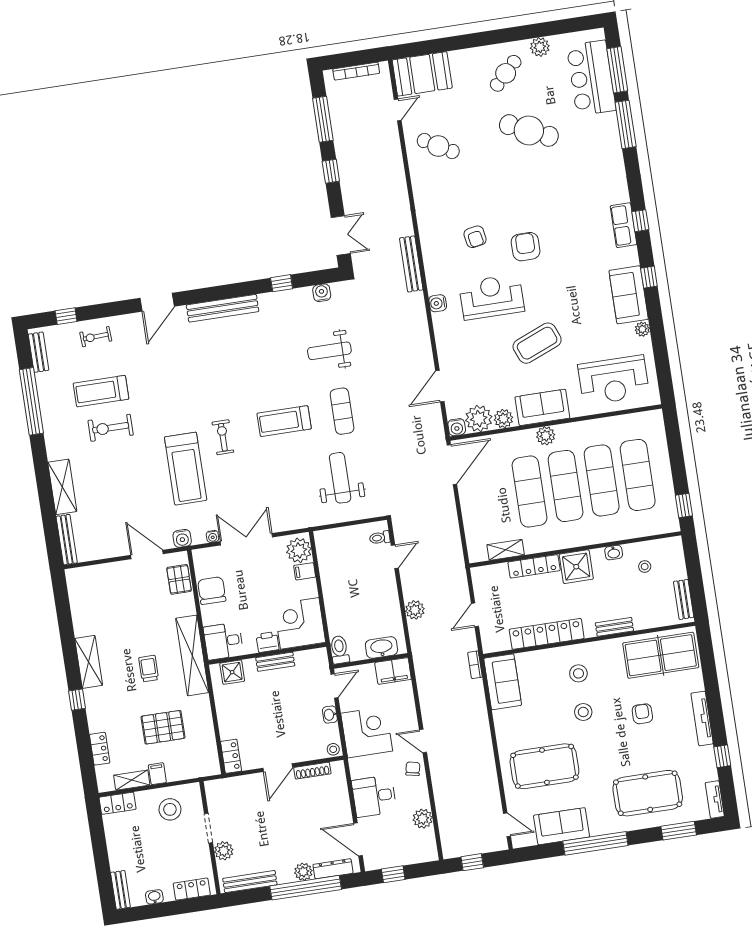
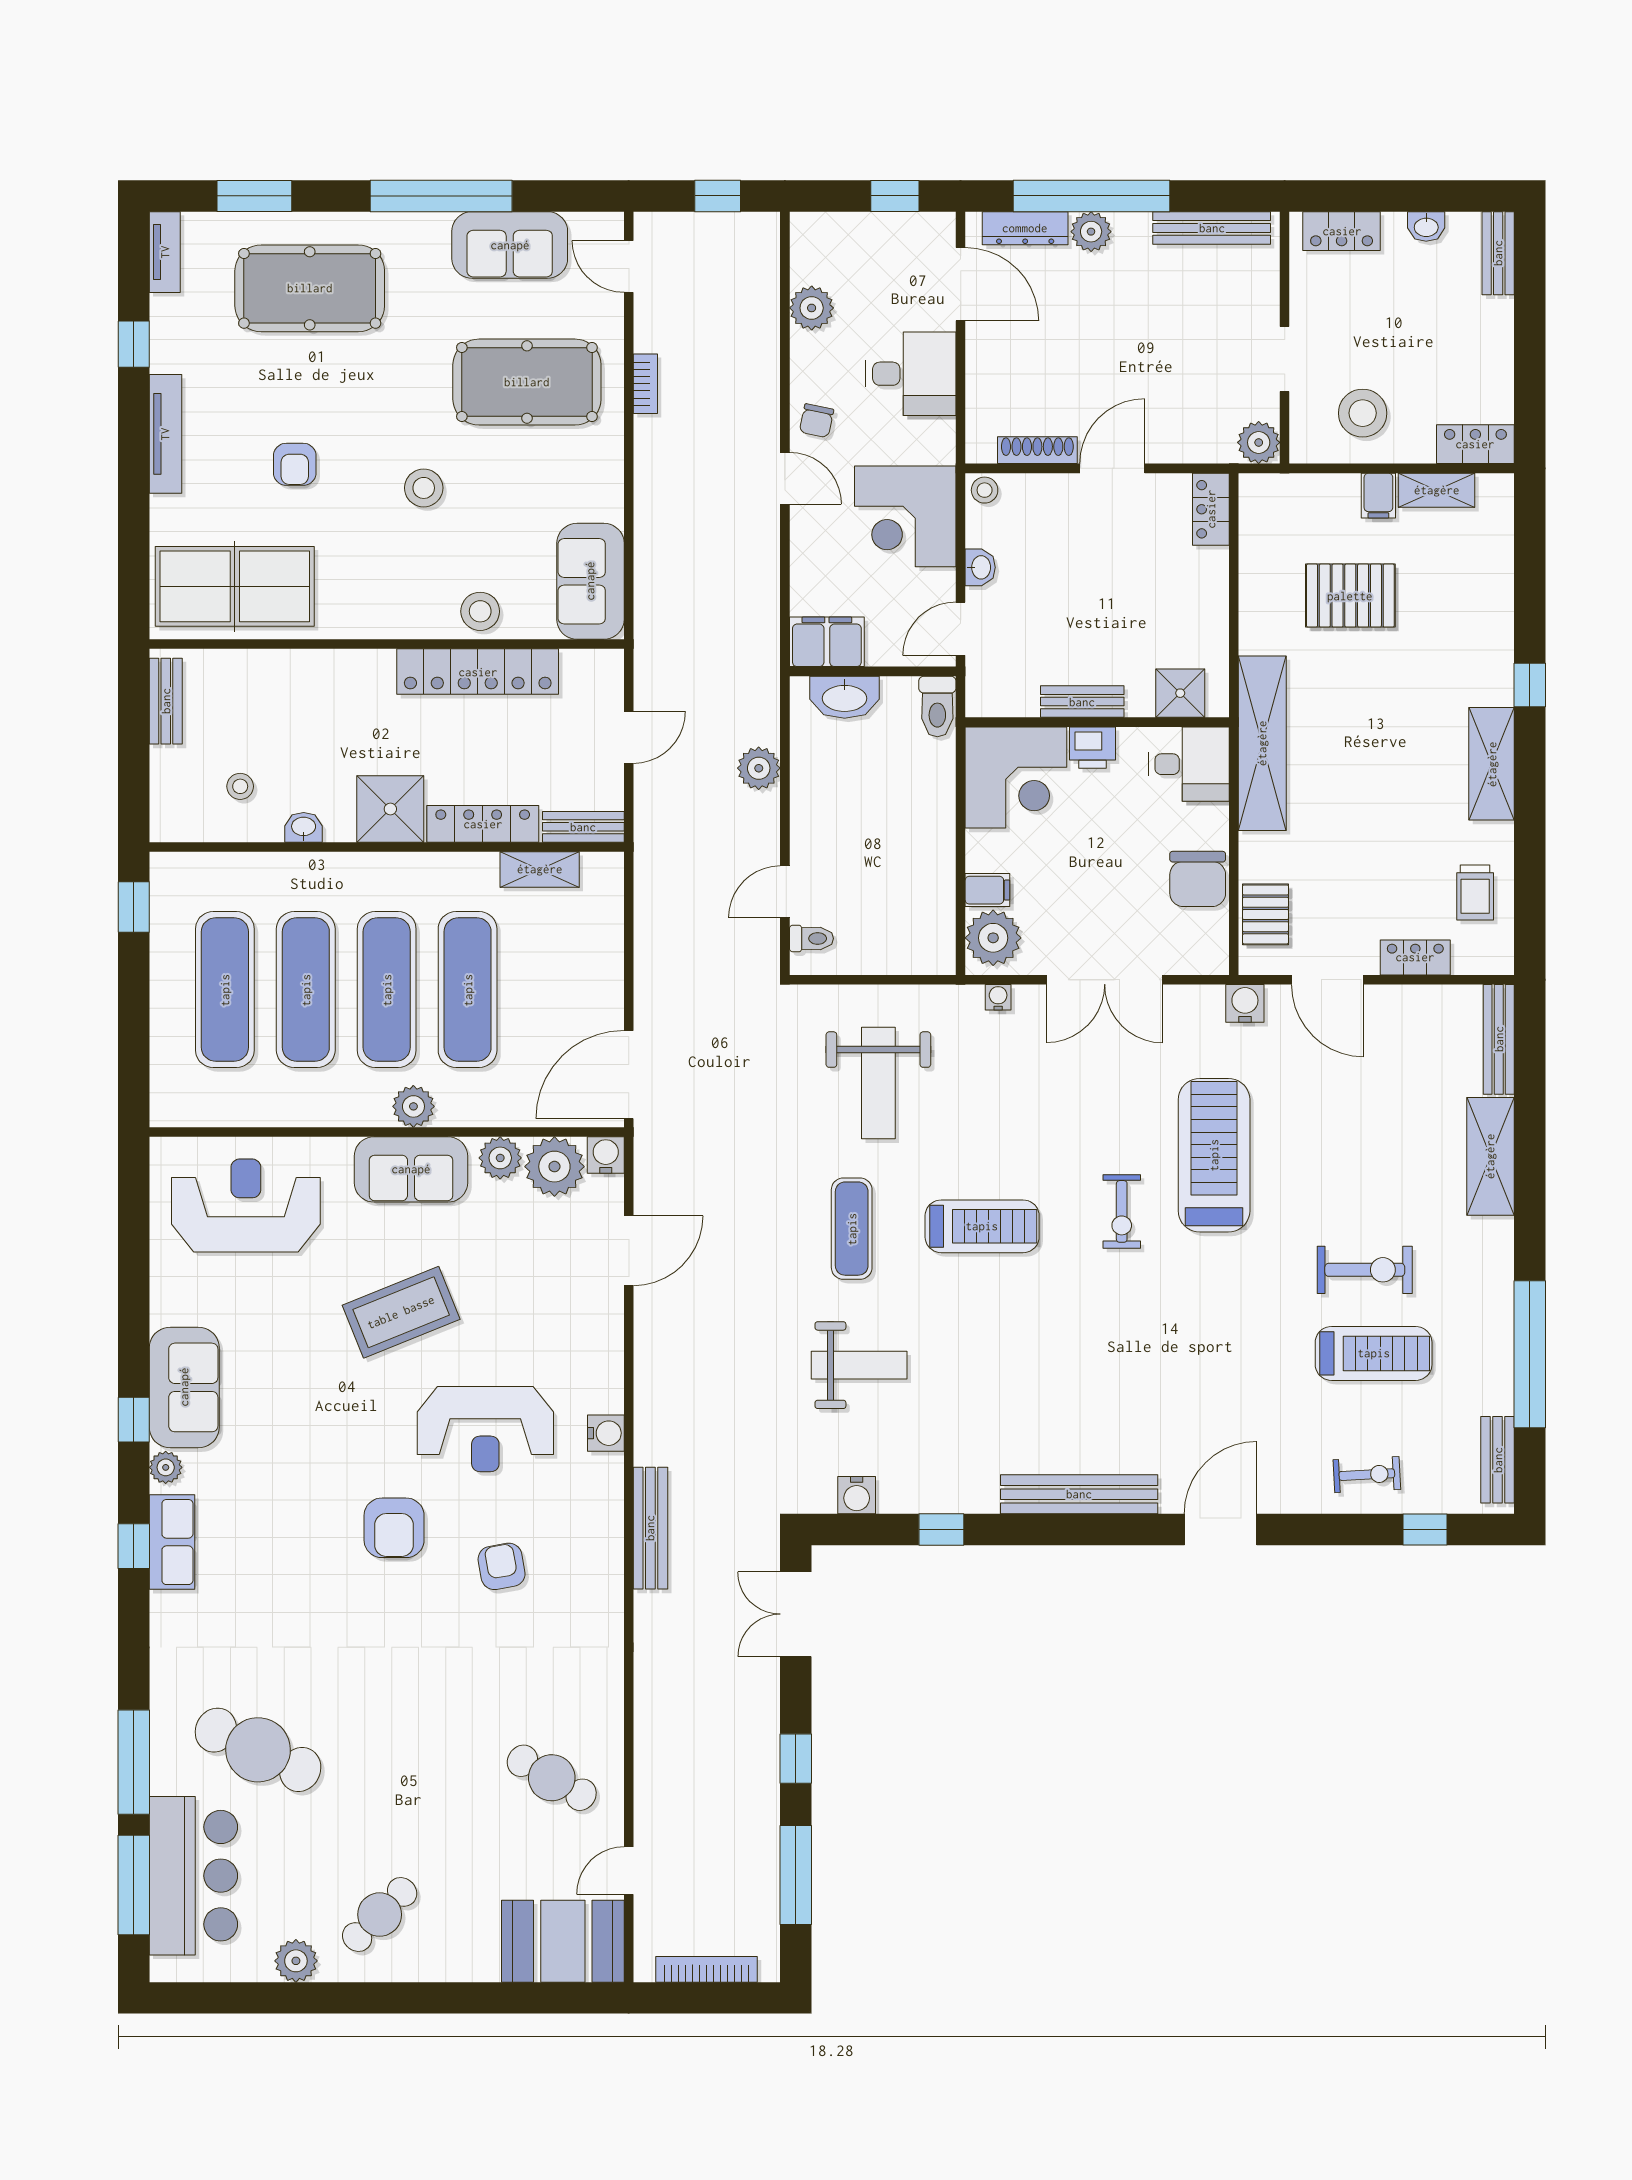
cafe table: (529, 130) -> (258, 1750), moved
plant: (642, 329) -> (166, 1467), moved
water cooler: (213, 536) -> (998, 997), moved
bench: (614, 627) -> (583, 827), moved
bookcase: (475, 665) -> (645, 384), moved
trolley: (149, 669) -> (1475, 892), moved
stool: (578, 673) -> (480, 611), moved
locker: (100, 749) -> (1415, 957), moved, turned 90
plant: (224, 851) -> (1259, 442), moved

